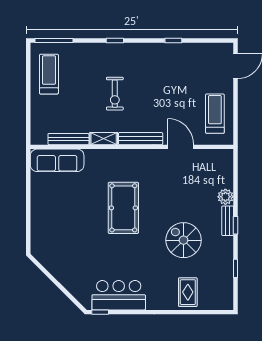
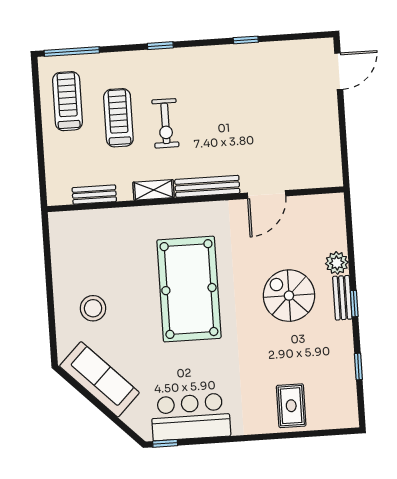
treadmill: (215, 114) -> (118, 118), moved
bench: (68, 139) -> (94, 195), width x0.73
door: (181, 147) -> (267, 195), swing flipped
sofa: (57, 160) -> (99, 379), moved, turned -135
pool table: (123, 208) -> (189, 289), width x1.36, depth x1.32
stool: (57, 217) -> (93, 308), added
spiral stairs: (184, 240) -> (289, 296), moved

